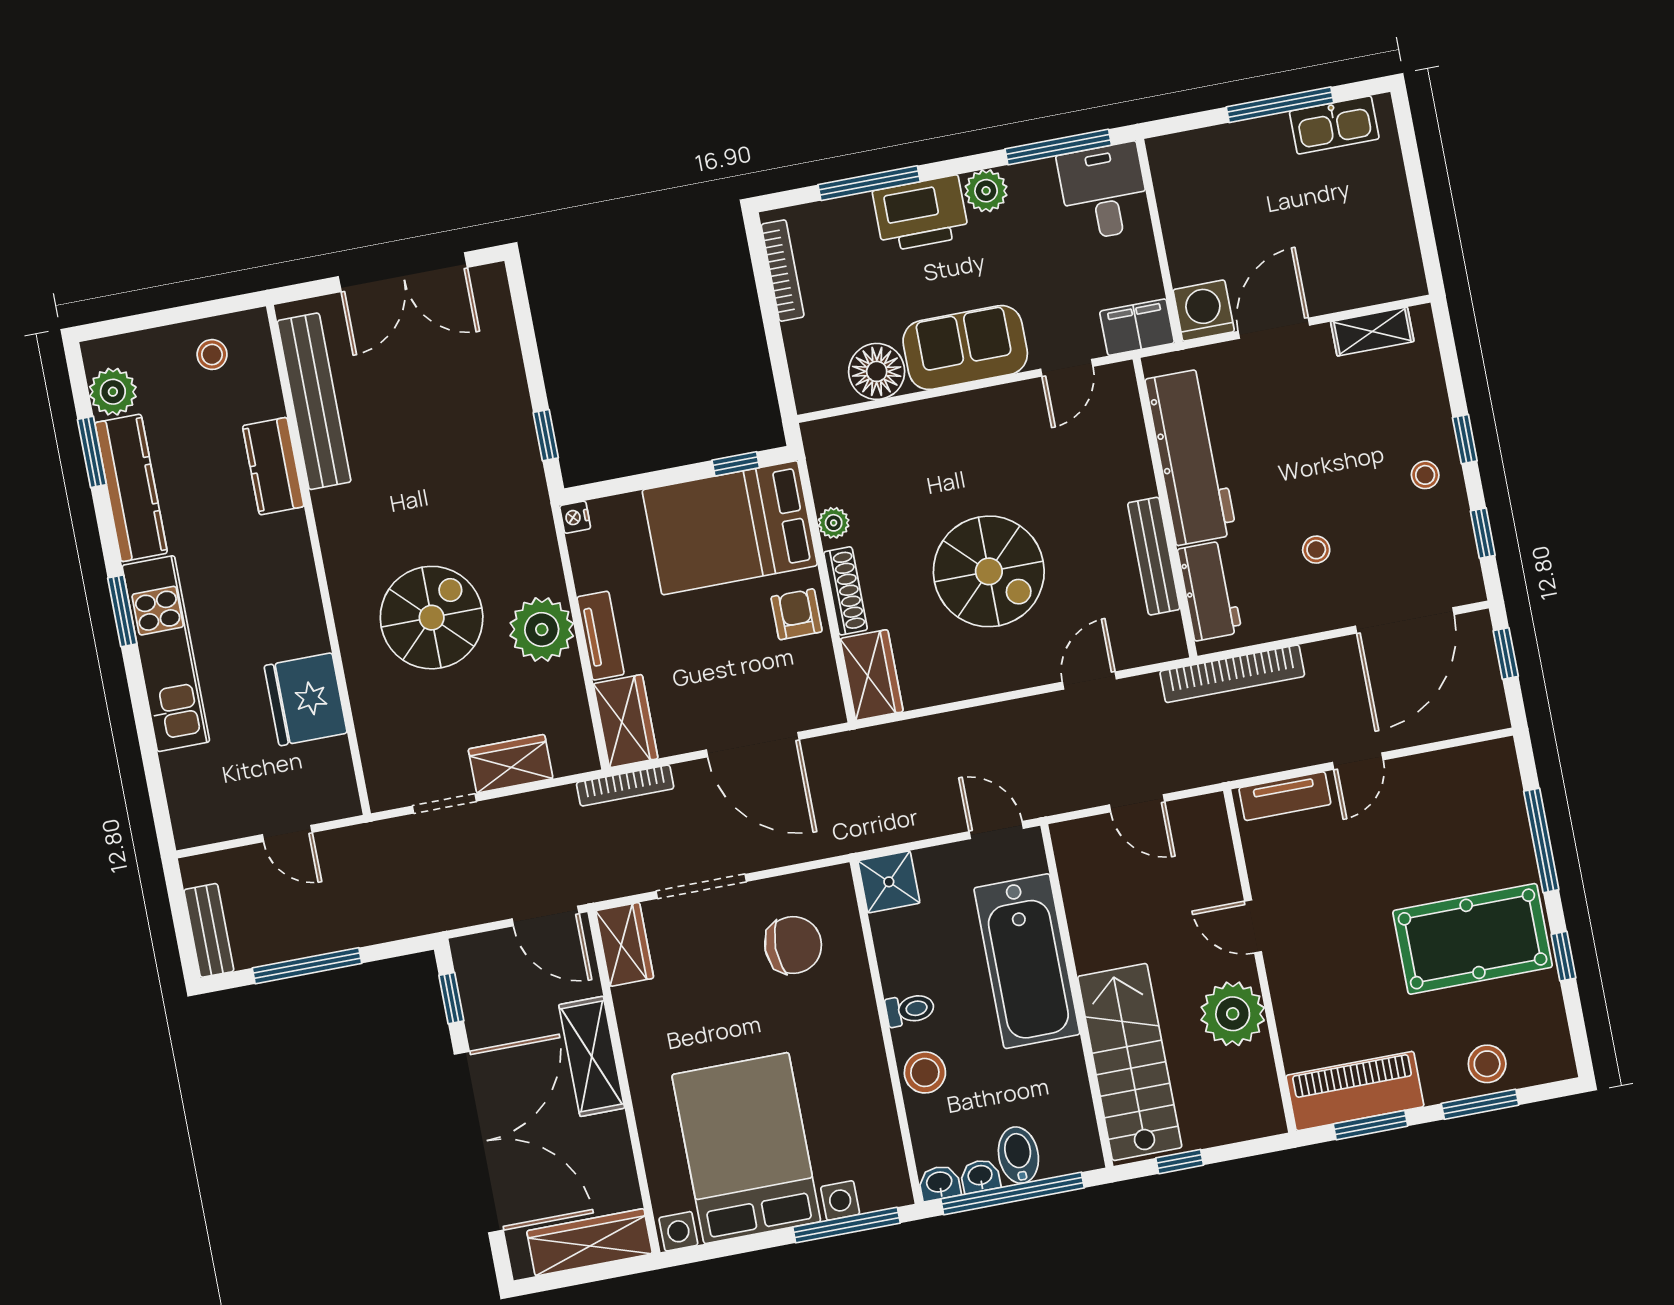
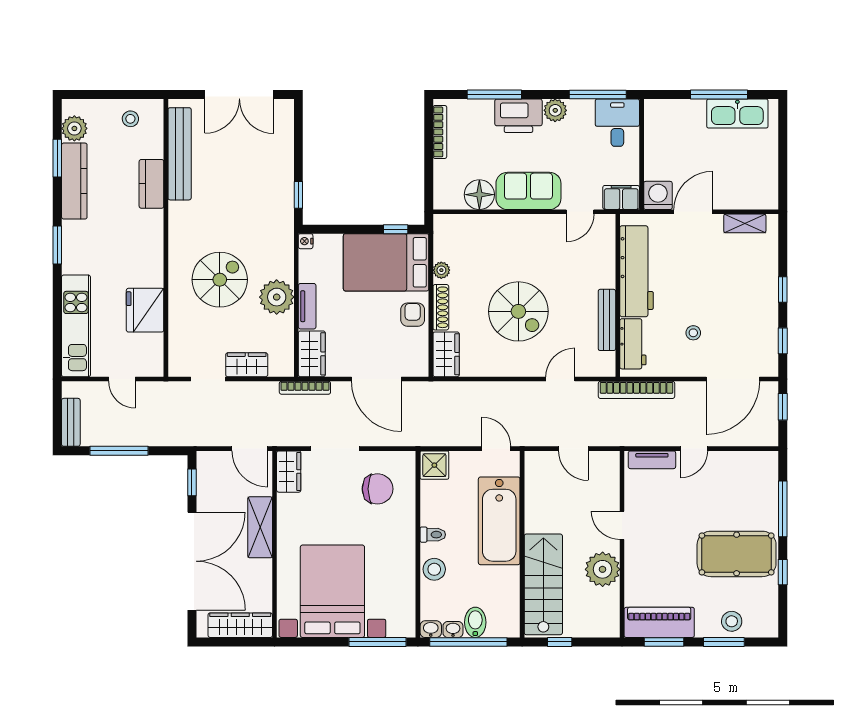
kitchen sink: (1334, 125) -> (737, 114), width x1.36, depth x1.24
stool: (1425, 475) -> (758, 304), removed
kitchen unit: (166, 654) -> (76, 326), moved

